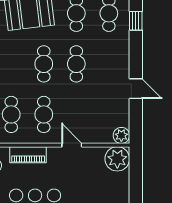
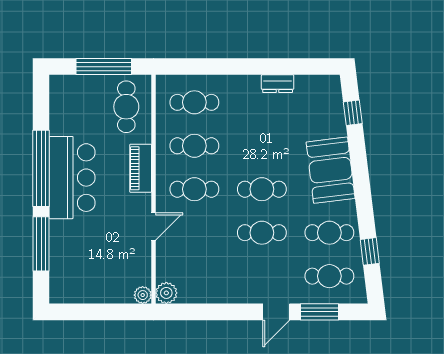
window: (136, 21) -> (319, 312), width x1.50
door: (136, 89) -> (276, 312), moved
plant: (117, 159) -> (143, 295), width x0.53, depth x0.53

